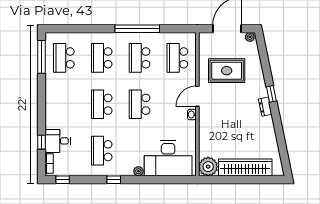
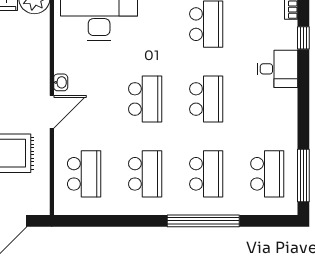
window: (137, 29) -> (203, 221), moved
desk: (58, 141) -> (277, 69), moved

